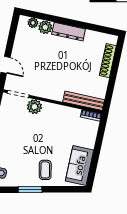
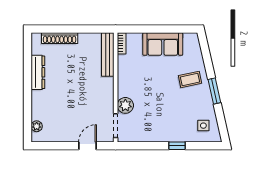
plant: (45, 27) -> (38, 112), removed
dresser: (69, 32) -> (38, 72), moved
sofa: (80, 165) -> (163, 44), moved

